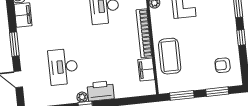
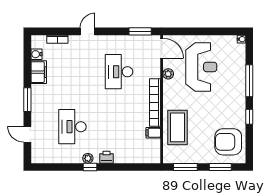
armchair: (223, 65) -> (228, 142), width x1.88, depth x1.88
filing cabinet: (146, 70) -> (153, 133), width x0.50
printer: (101, 91) -> (107, 157), width x0.53, depth x0.68

